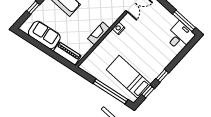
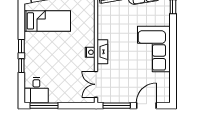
fireplace: (99, 33) -> (102, 52), moved
window: (148, 91) -> (21, 66), moved

